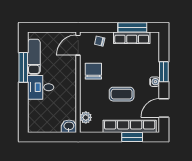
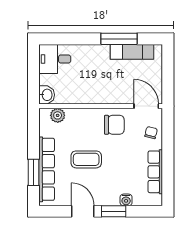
window: (132, 27) -> (168, 173), removed
water cooler: (155, 82) -> (126, 200), moved
desk: (41, 87) -> (55, 59), moved, turned -90
coffee table: (122, 94) -> (86, 159), turned 90
door: (164, 108) -> (83, 211), moved

